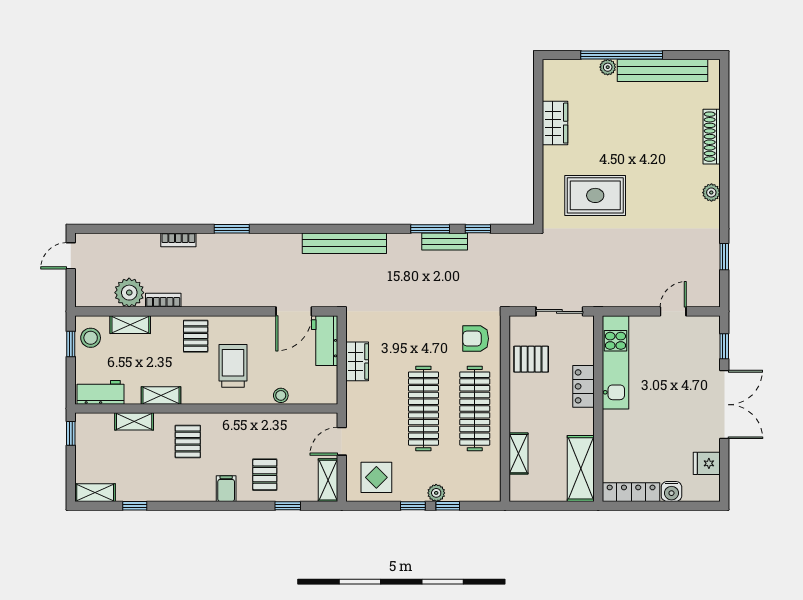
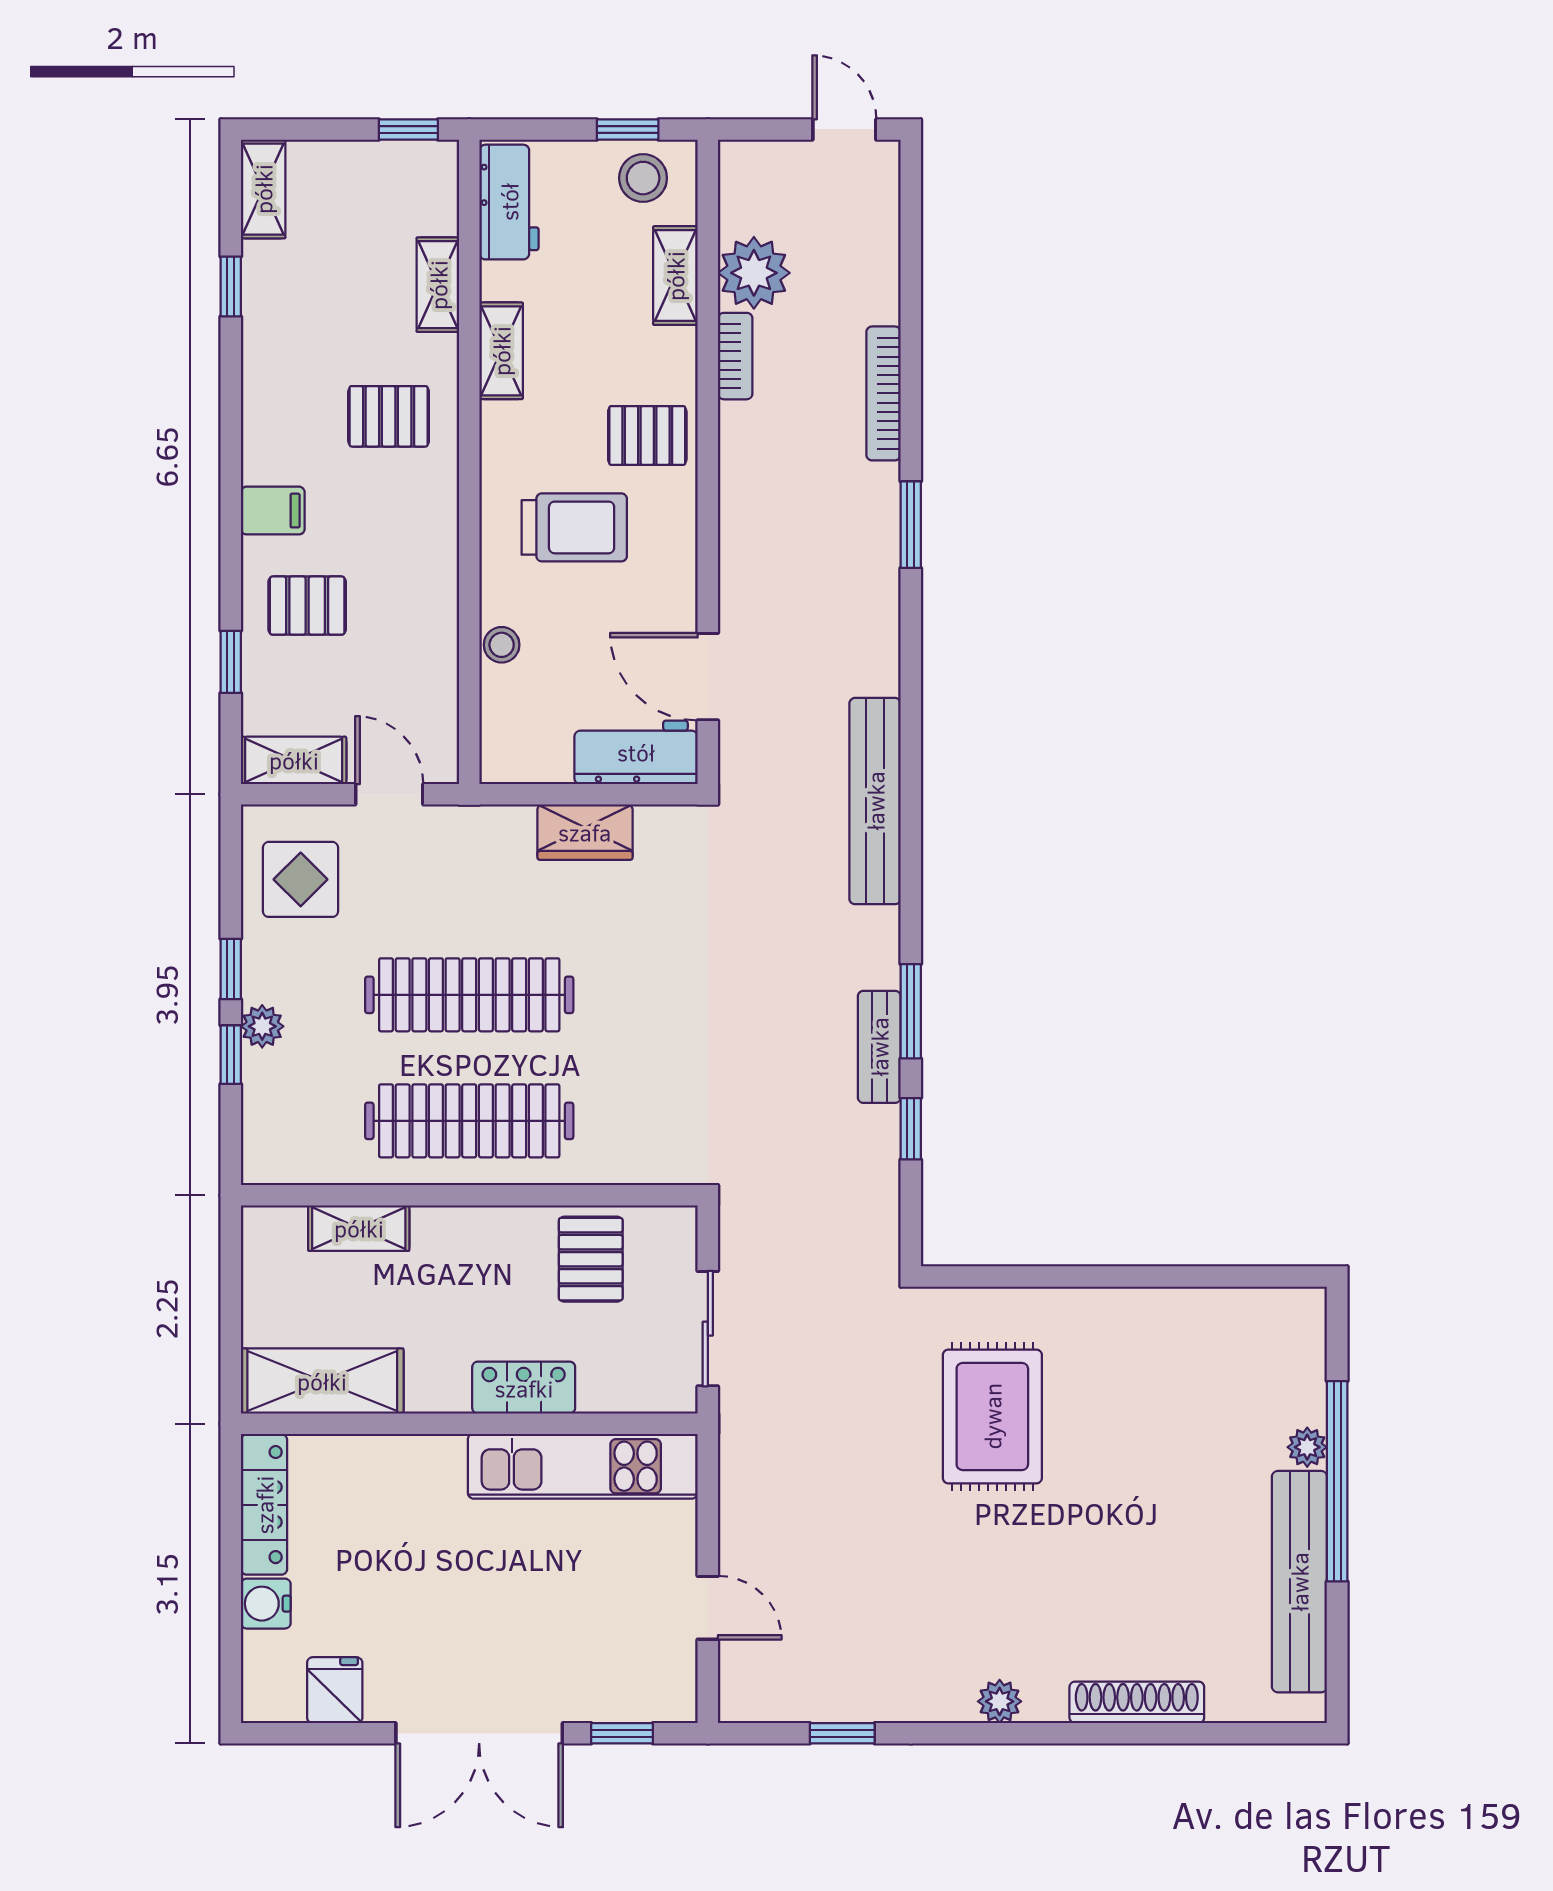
wardrobe: (555, 123) -> (1170, 1318), removed
bookcase: (178, 240) -> (884, 393), width x1.56
armchair: (476, 339) -> (641, 1123), removed

